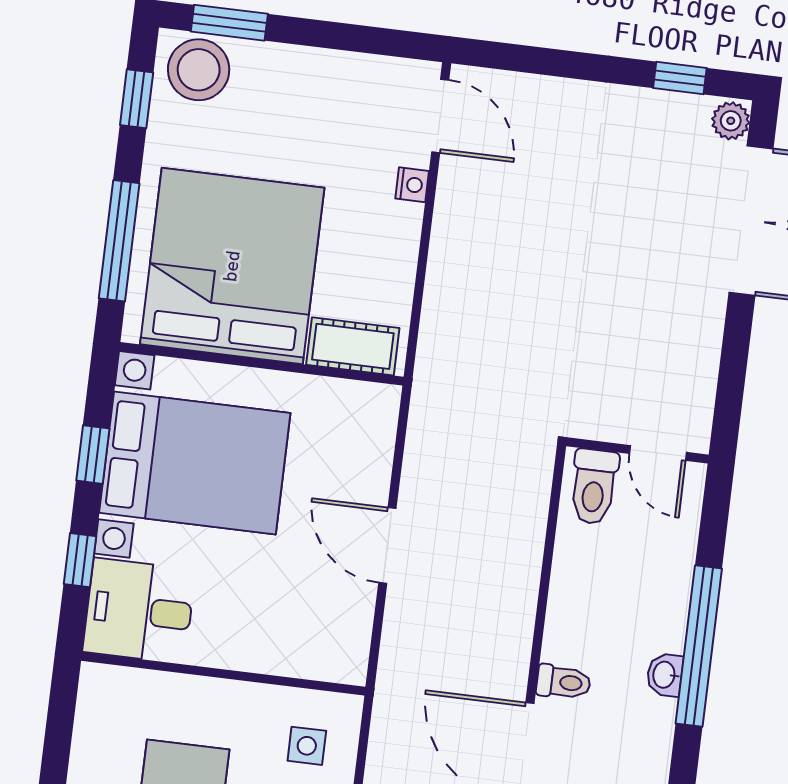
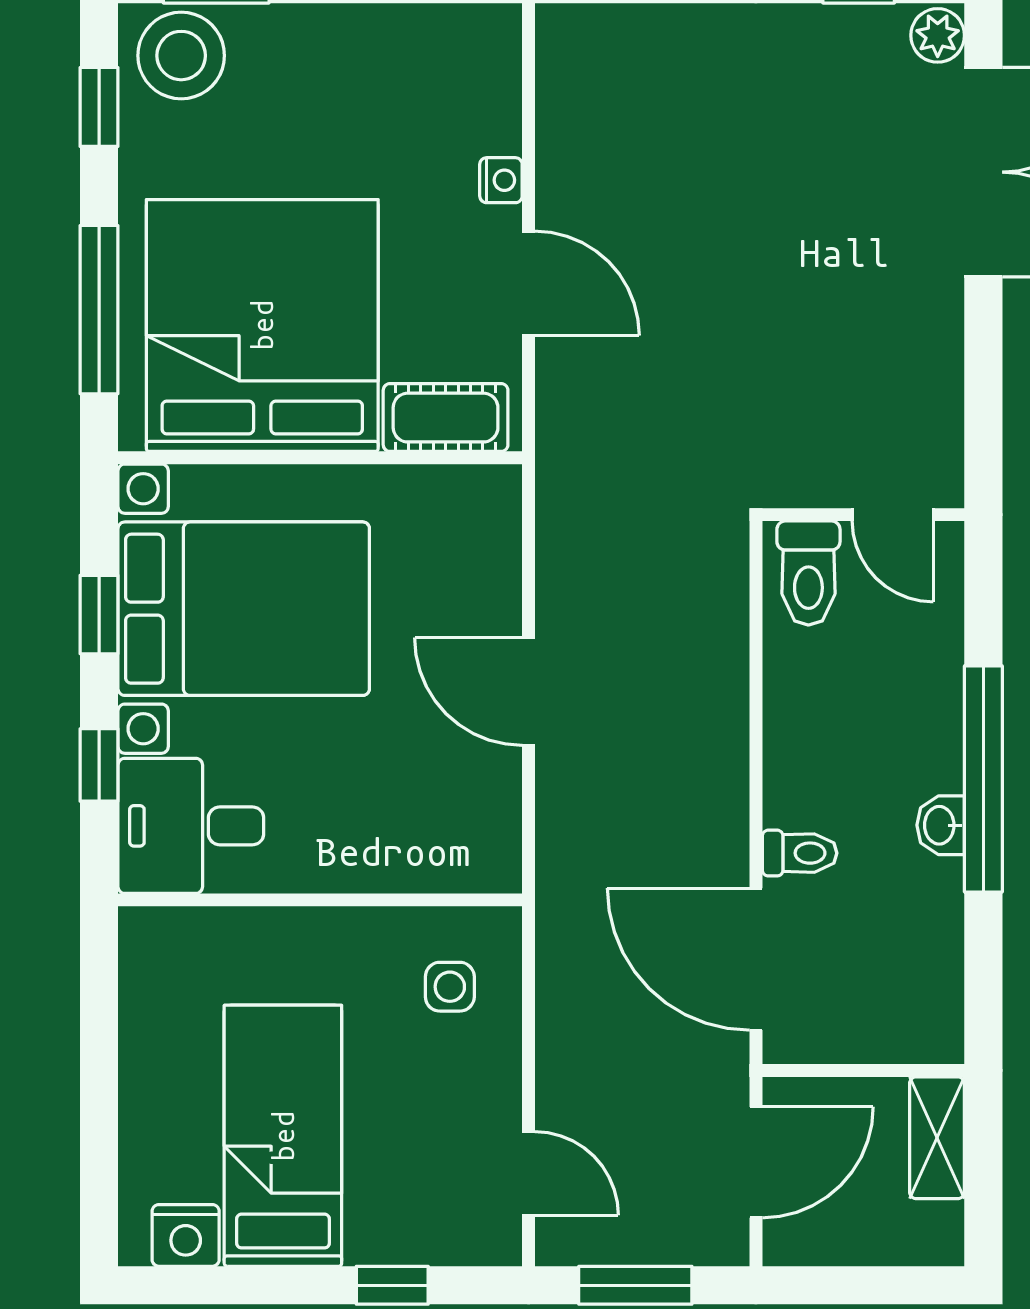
door: (440, 116) -> (529, 283), moved

